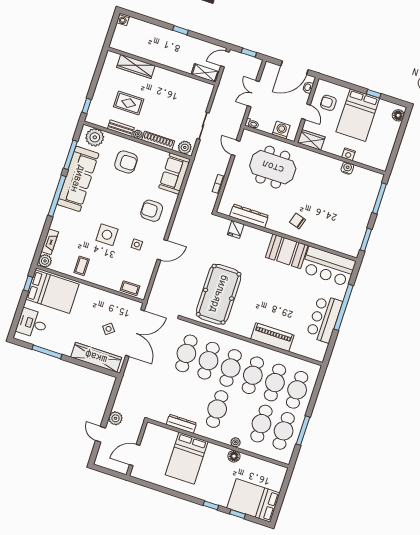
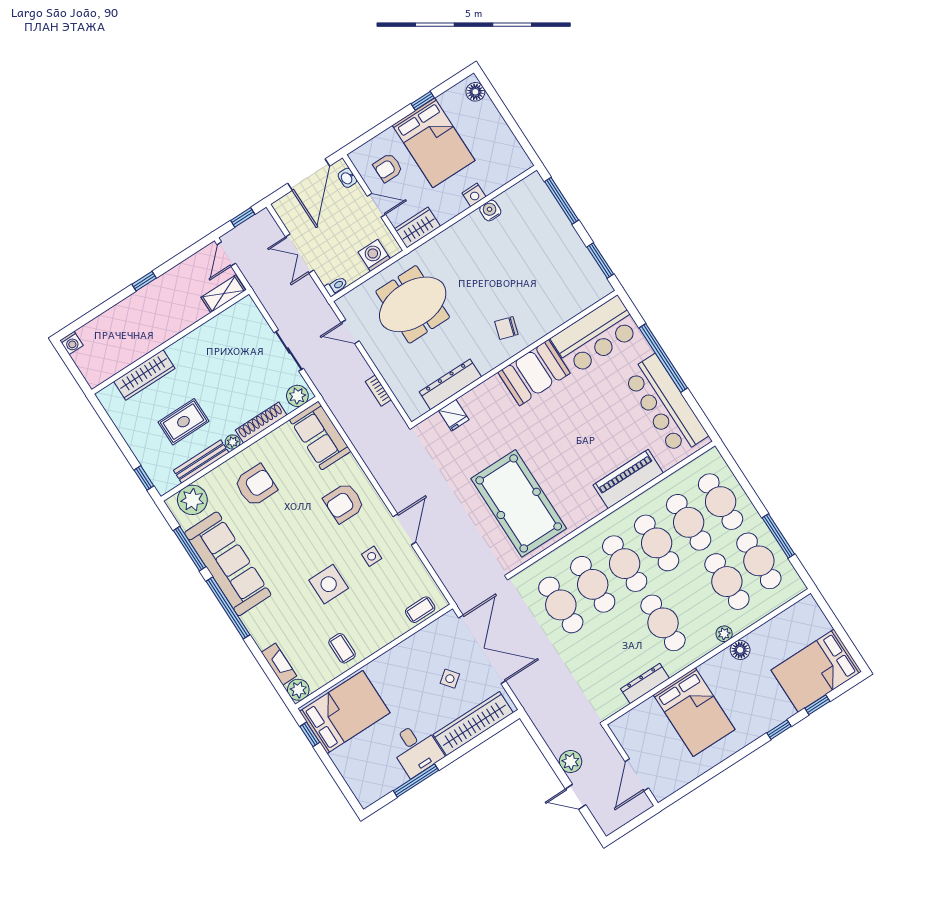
bench: (121, 128) -> (201, 462), width x1.36
bar counter: (324, 319) -> (665, 405), width x1.36
desk: (32, 323) -> (416, 749), moved, turned -90

